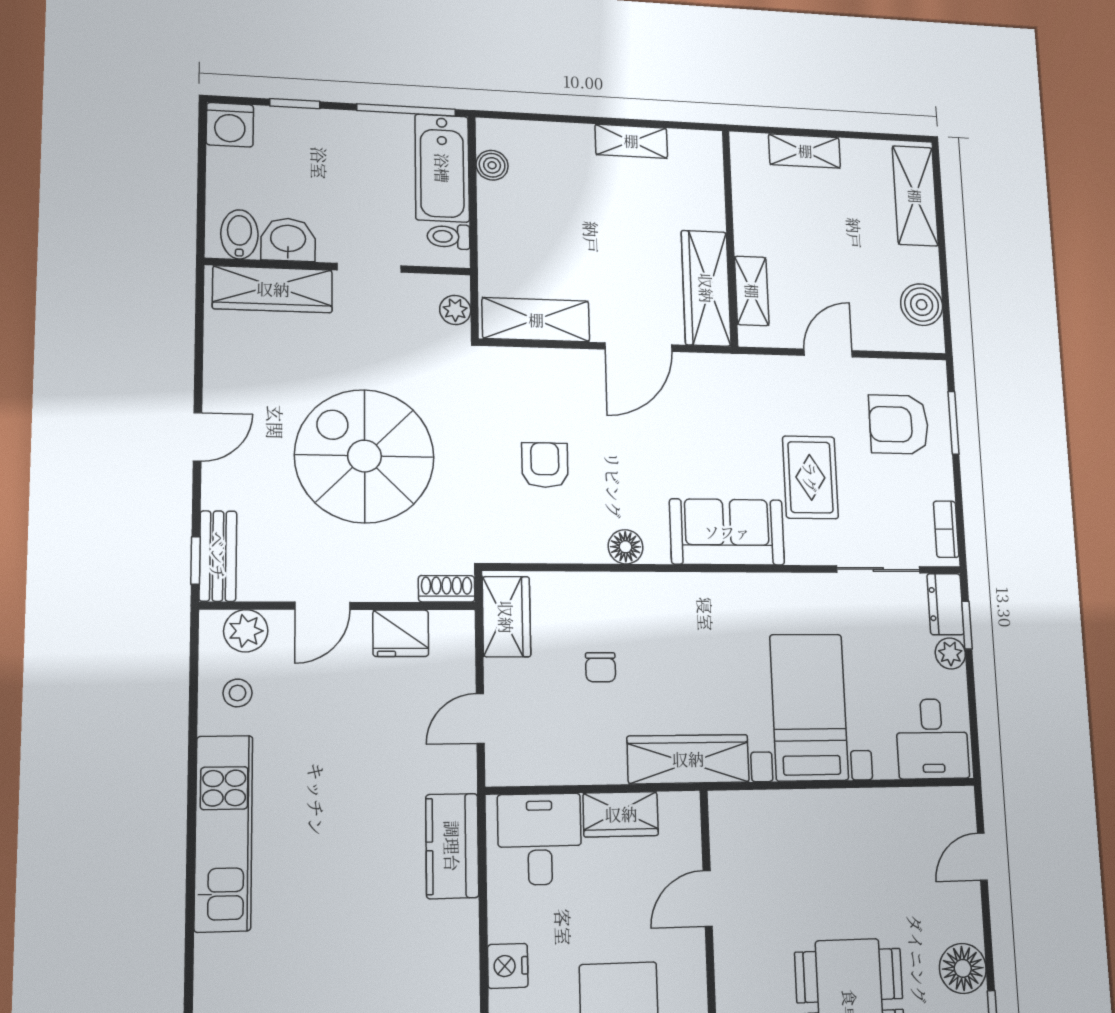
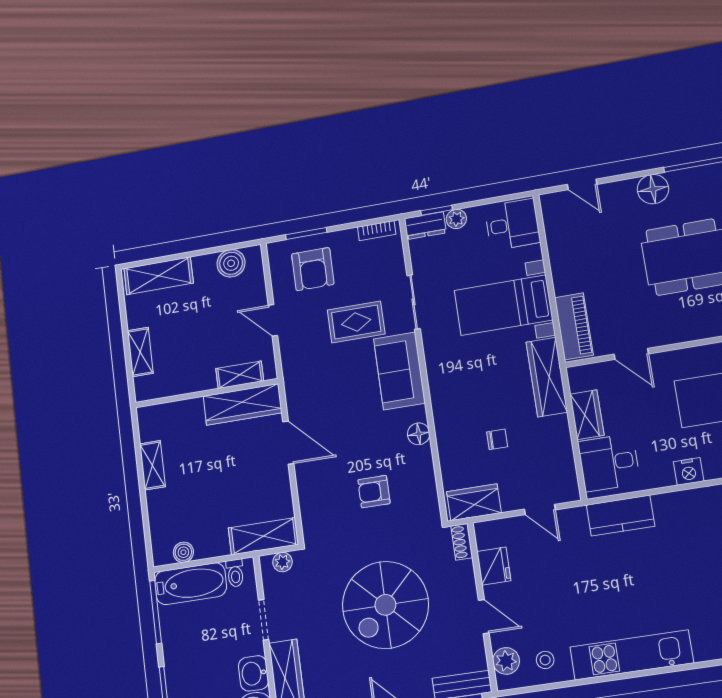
shelving: (536, 320) -> (263, 536), moved, turned 90
sliding door: (878, 569) -> (414, 302), moved
piano: (763, 813) -> (574, 326), added

